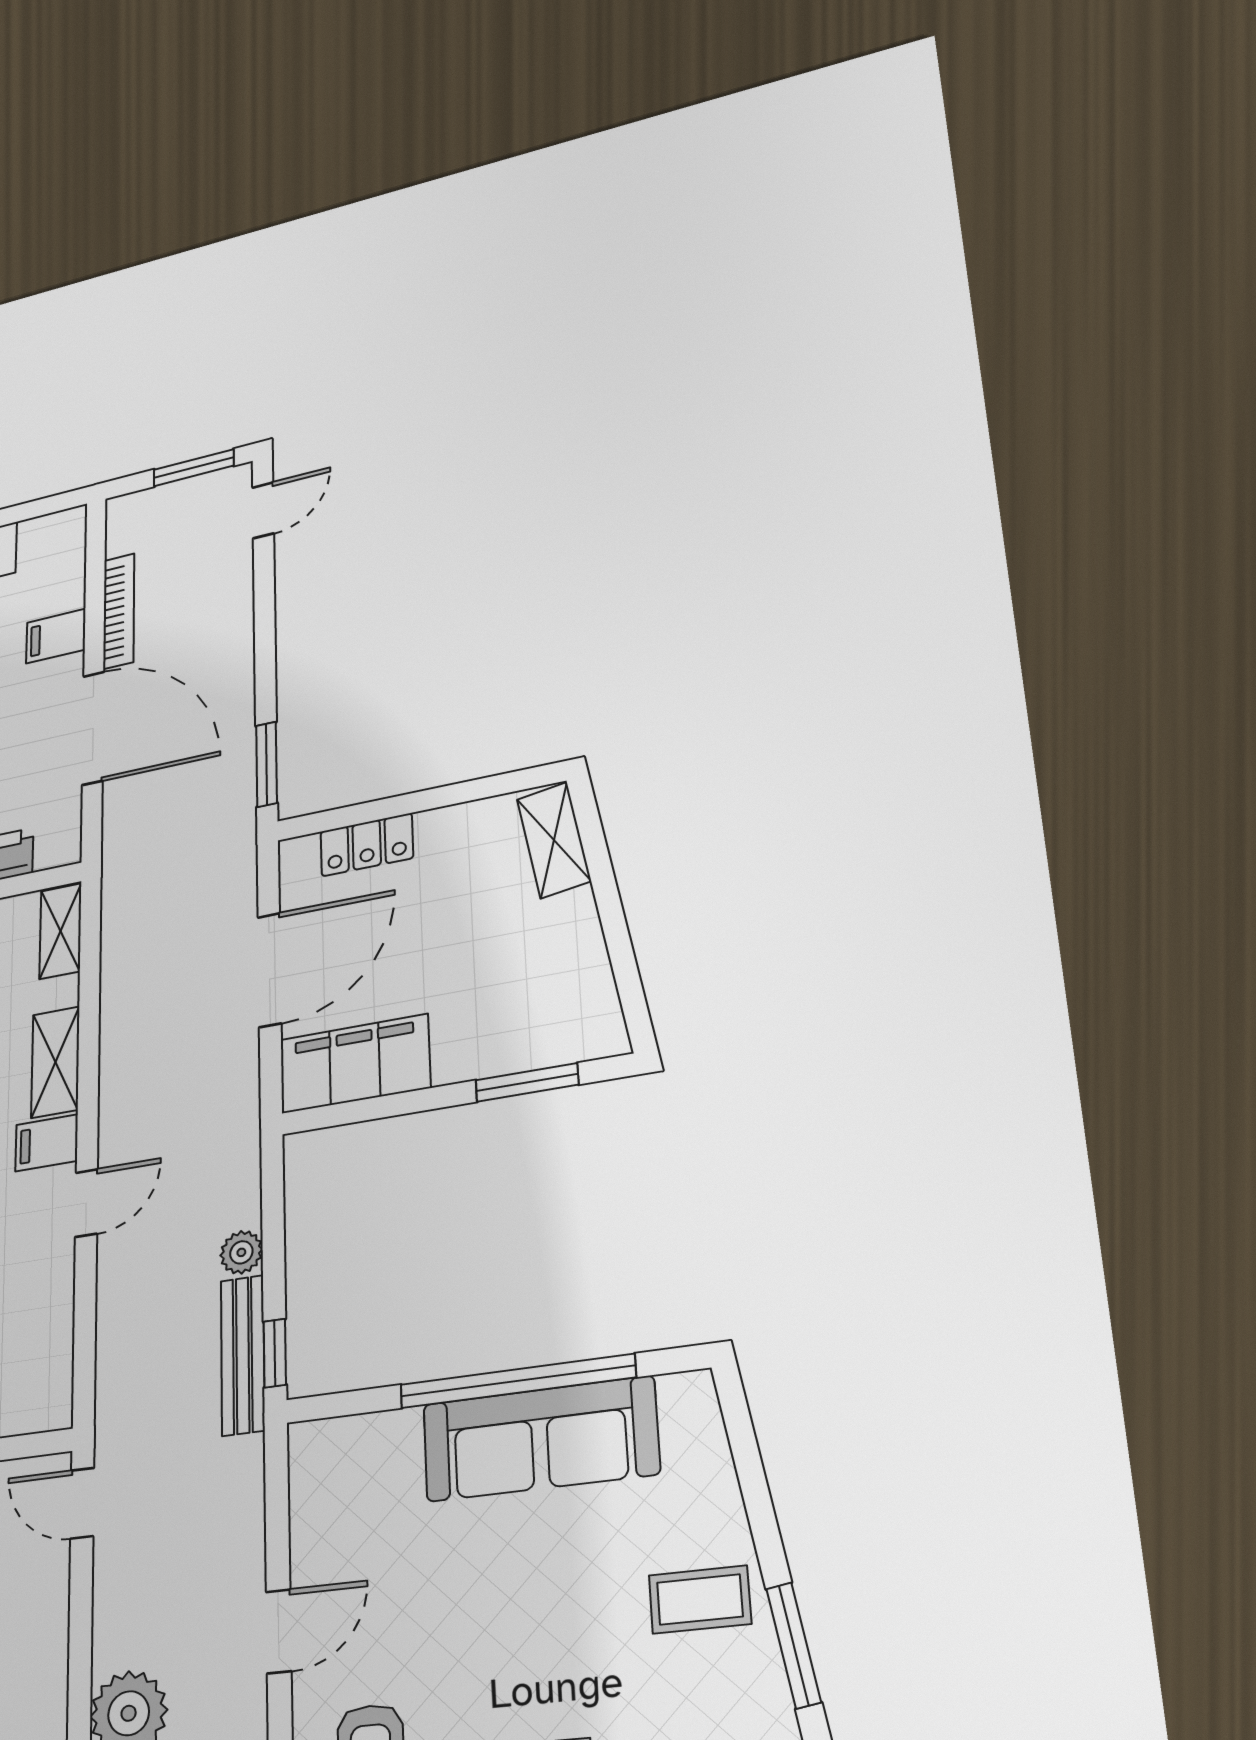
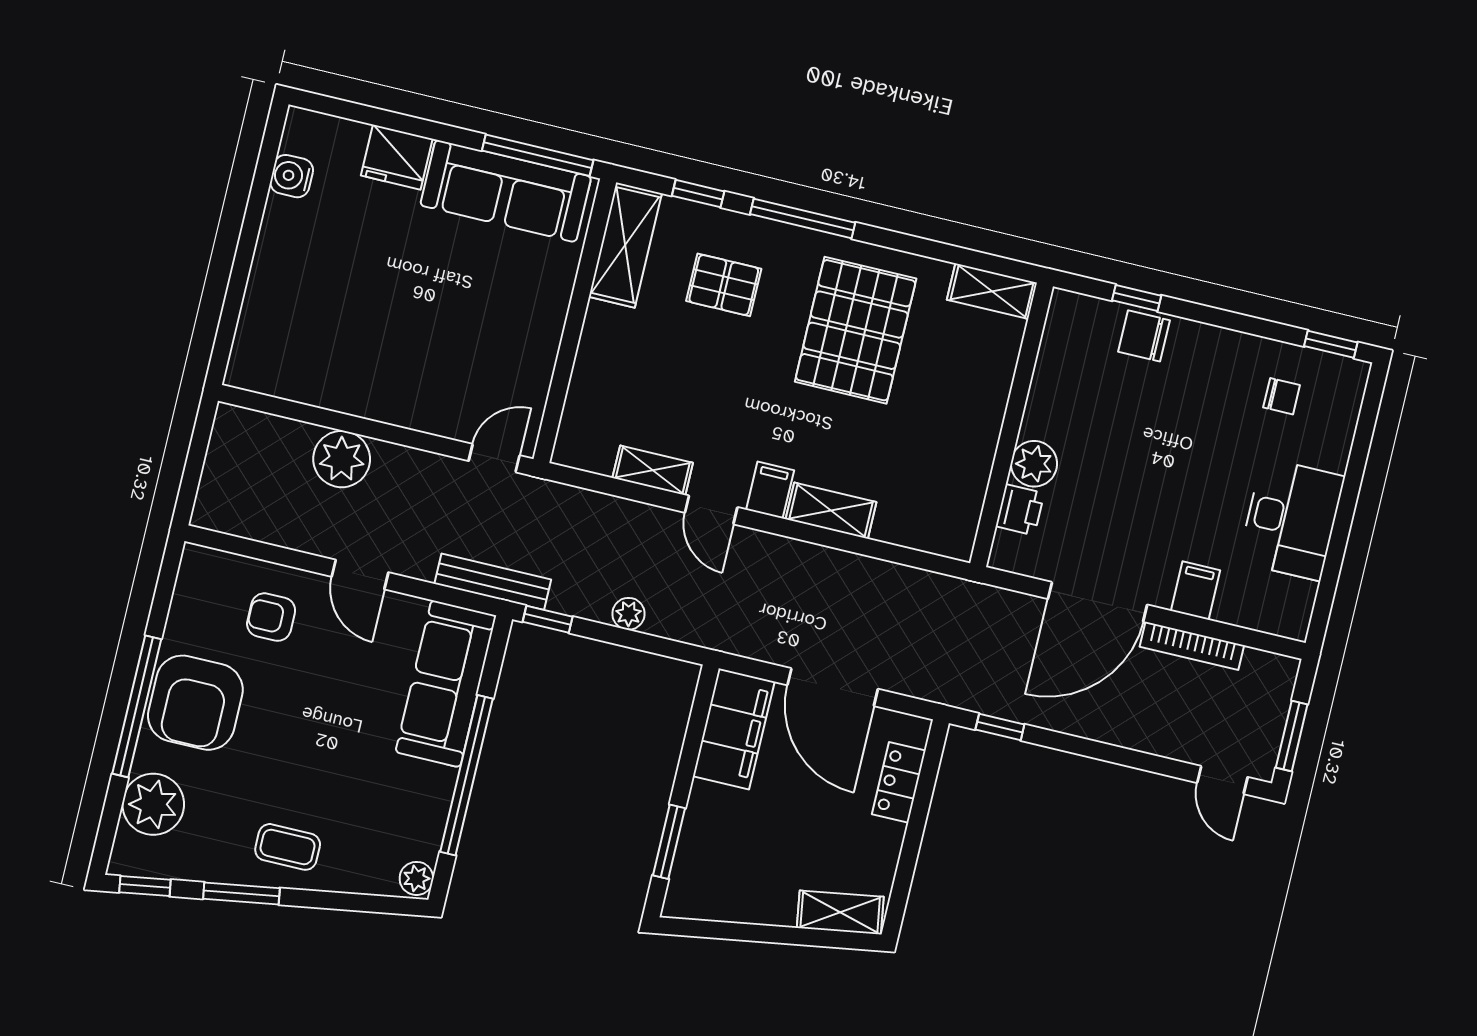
window: (267, 764) -> (1000, 727), width x0.67
shelving: (60, 931) -> (653, 470), moved
bench: (243, 1355) -> (493, 582), moved
plant: (686, 1396) -> (416, 878), added
sofa: (540, 1439) -> (446, 684), moved
coffee table: (700, 1600) -> (288, 847), turned 90

